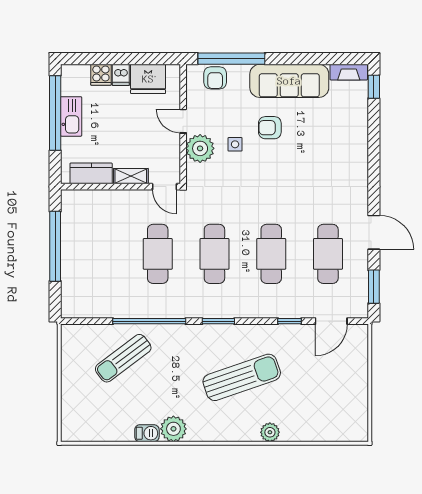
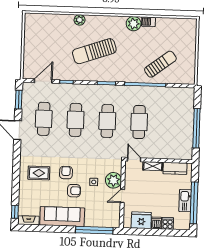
armchair: (215, 78) -> (66, 173), moved
door: (183, 121) -> (122, 196), swing flipped
rug: (333, 157) -> (39, 173), added

